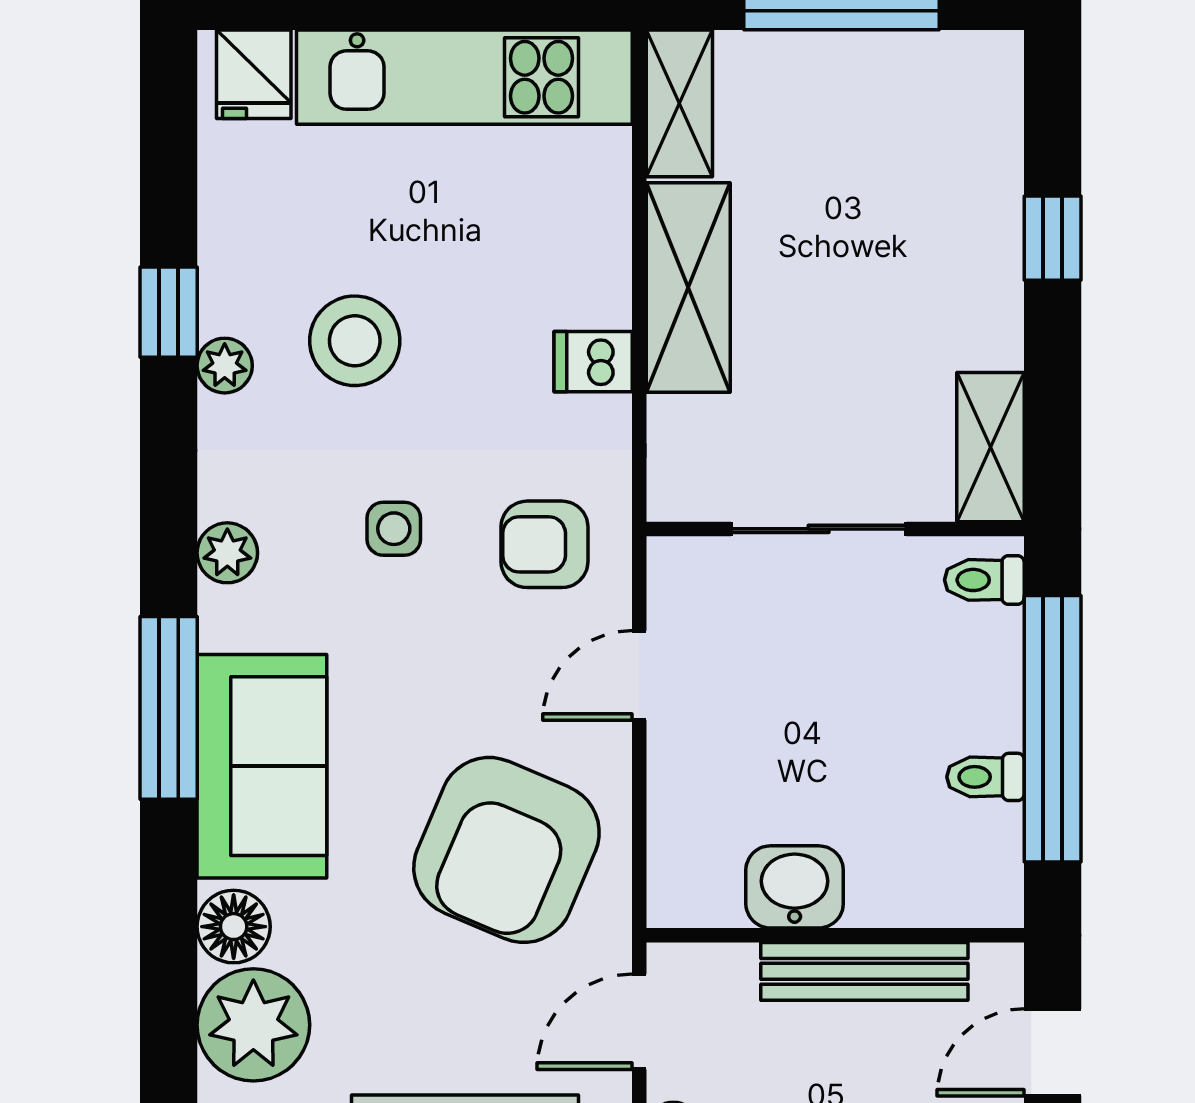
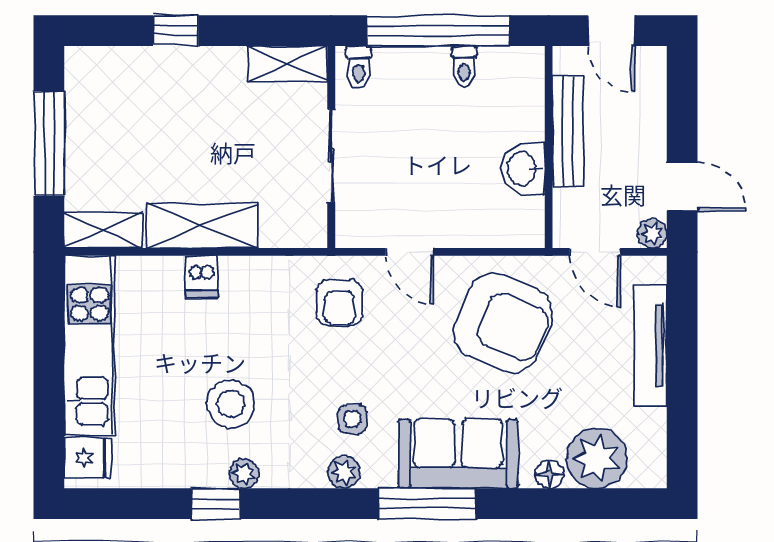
dishwasher: (593, 362) -> (201, 277), moved
side table: (394, 529) -> (352, 419), moved
floor lamp: (234, 927) -> (549, 474), width x0.73, depth x0.73

